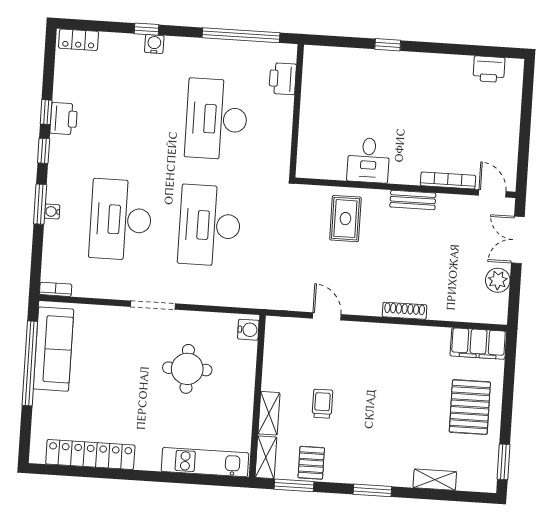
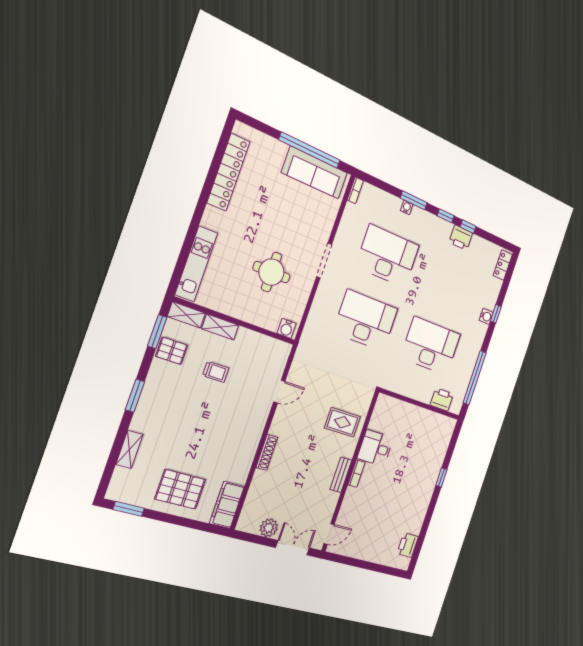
bookcase: (448, 180) -> (356, 473), moved, width x0.64

